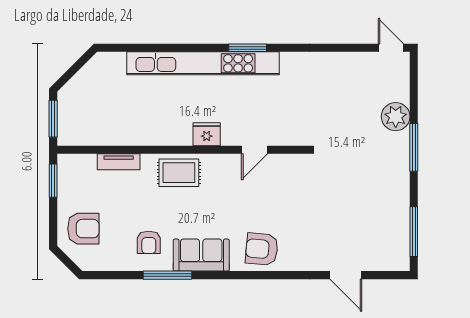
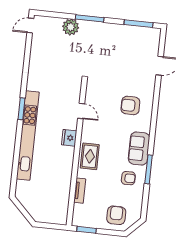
window: (53, 119) -> (51, 226), removed
armchair: (262, 249) -> (130, 105), moved, turned 85

